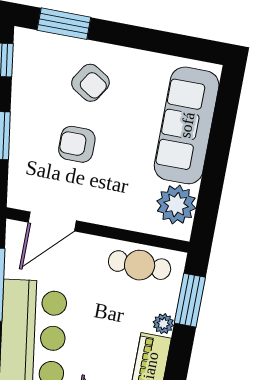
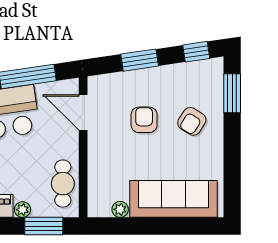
plant: (176, 205) -> (120, 209), width x0.53, depth x0.53

